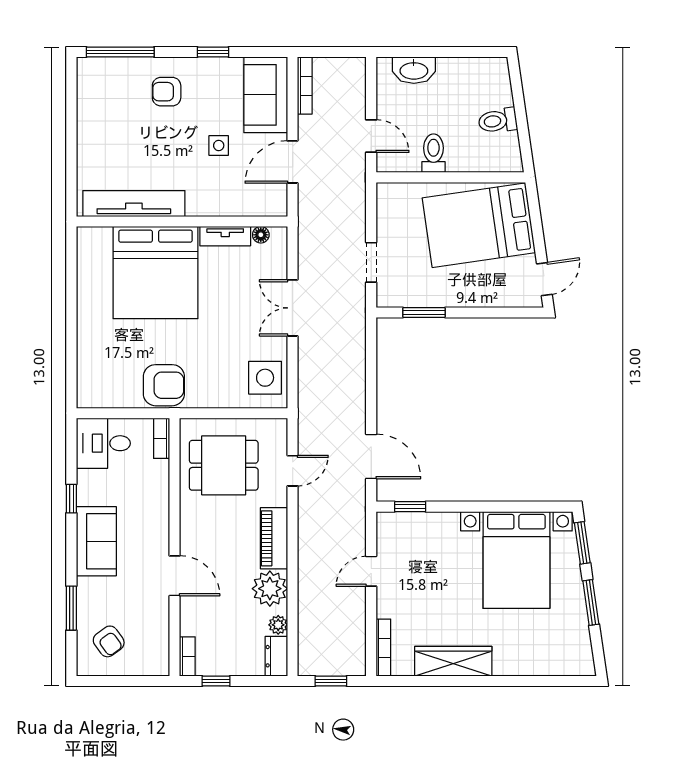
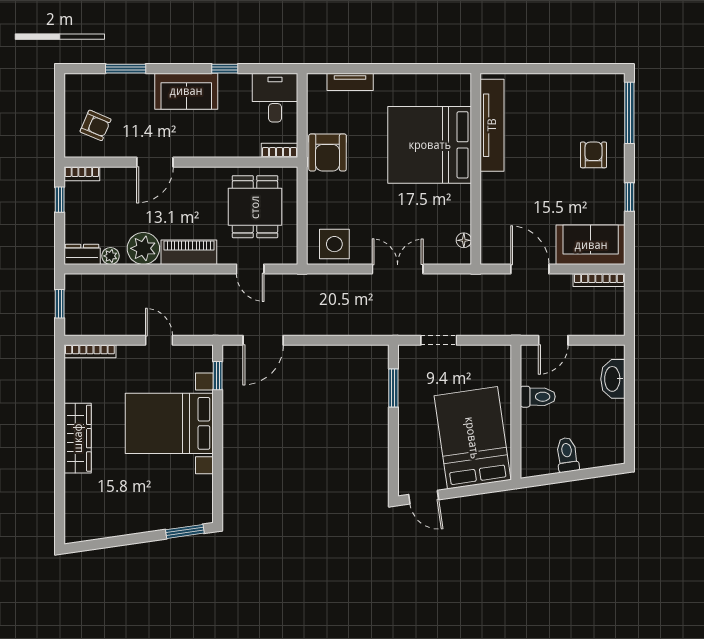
side table: (219, 145) -> (545, 202), removed
tv unit: (225, 236) -> (350, 82), moved, turned -90
bed with nightstands: (516, 560) -> (169, 423), moved
window: (591, 602) -> (131, 539), removed
armchair: (109, 641) -> (96, 125), moved, turned -121
wardrobe: (453, 661) -> (78, 438), moved

